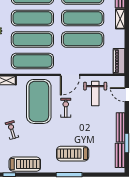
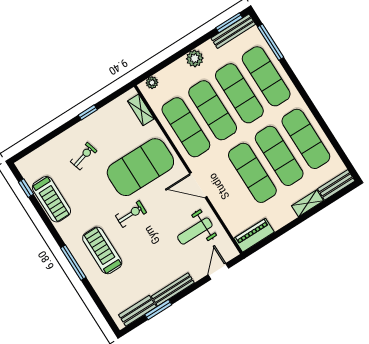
exercise bike: (66, 108) -> (131, 214), moved

